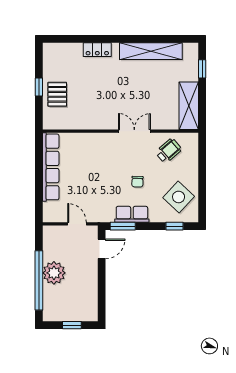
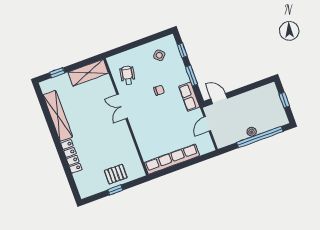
locker: (97, 50) -> (71, 156), width x1.53
wheelchair: (169, 151) -> (127, 75), turned 52
side table: (179, 197) -> (159, 55), width x0.54, depth x0.54
row of seats: (132, 214) -> (189, 97), moved
window: (123, 226) -> (191, 76), moved
plant: (54, 273) -> (252, 132), width x0.53, depth x0.53

